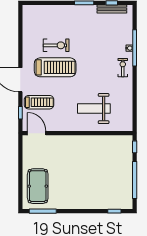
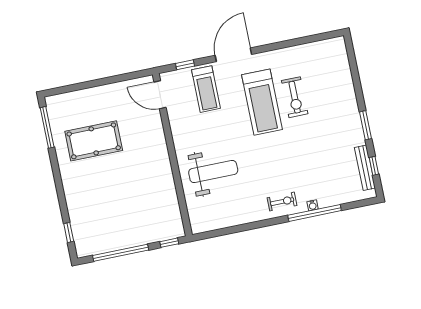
weight bench: (94, 109) -> (213, 172), turned 90
door: (37, 133) -> (160, 95), swing flipped
pool table: (38, 186) -> (94, 141), moved

